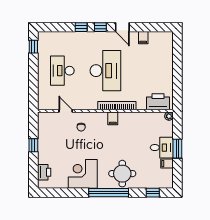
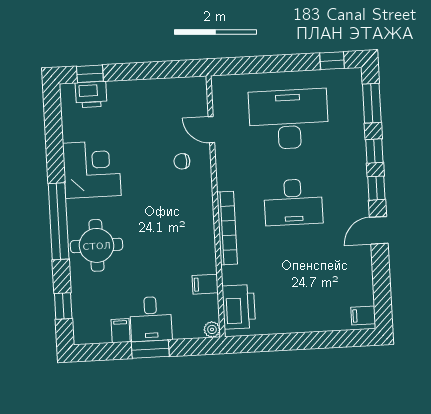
window: (56, 27) -> (372, 103), added
filing cabinet: (143, 38) -> (363, 315), moved
desk: (62, 71) -> (289, 119), width x1.36, depth x1.30
desk: (105, 71) -> (293, 202), width x0.73, depth x0.77
door: (66, 111) -> (211, 130), swing flipped
filing cabinet: (113, 118) -> (205, 284), moved
window: (33, 145) -> (90, 74), moved

